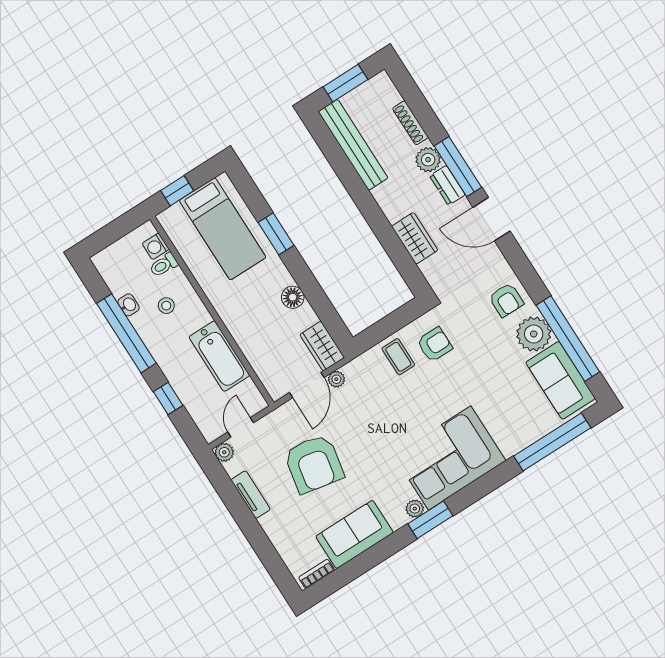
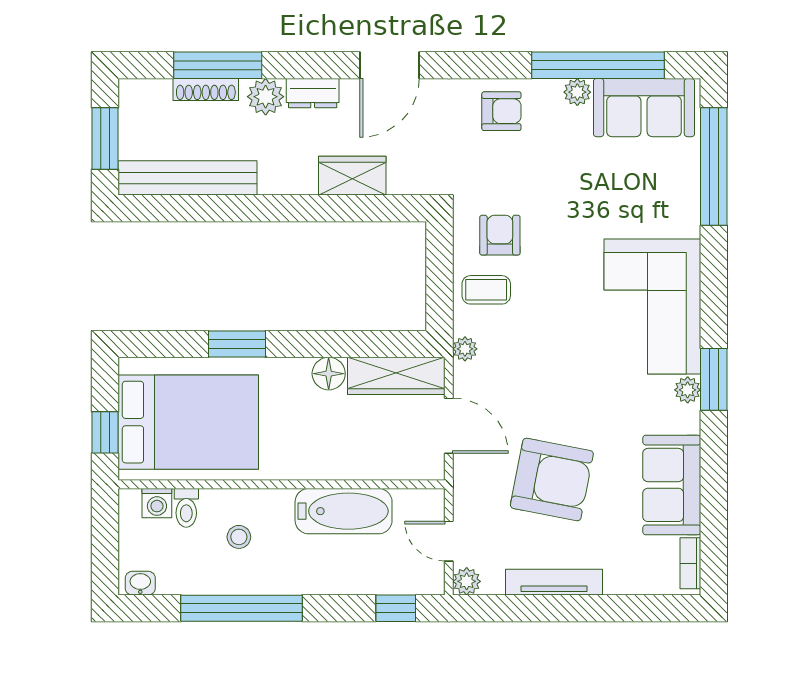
window: (458, 167) -> (218, 65), moved
bed: (223, 229) -> (188, 422), width x1.50
washbasin: (129, 305) -> (140, 583), moved
plant: (534, 334) -> (577, 92), width x0.53, depth x0.53
wardrobe: (322, 346) -> (396, 376), width x1.50
plant: (336, 379) -> (465, 349), moved
window: (168, 399) -> (396, 608), moved
tv unit: (251, 495) -> (554, 582), width x1.41

